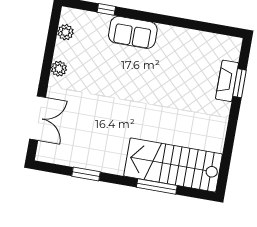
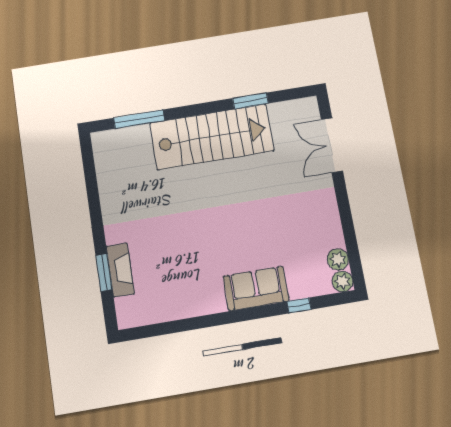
plant: (59, 69) -> (342, 281), moved
stairs: (173, 165) -> (212, 137), moved
window: (157, 186) -> (139, 119), moved

